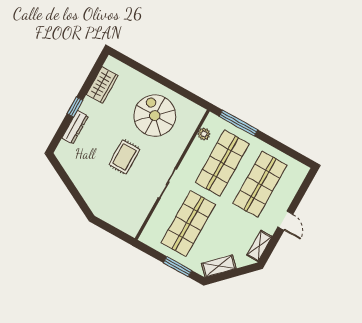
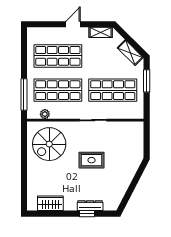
window: (75, 107) -> (87, 214), moved
spiral stairs: (155, 116) -> (49, 144), moved

